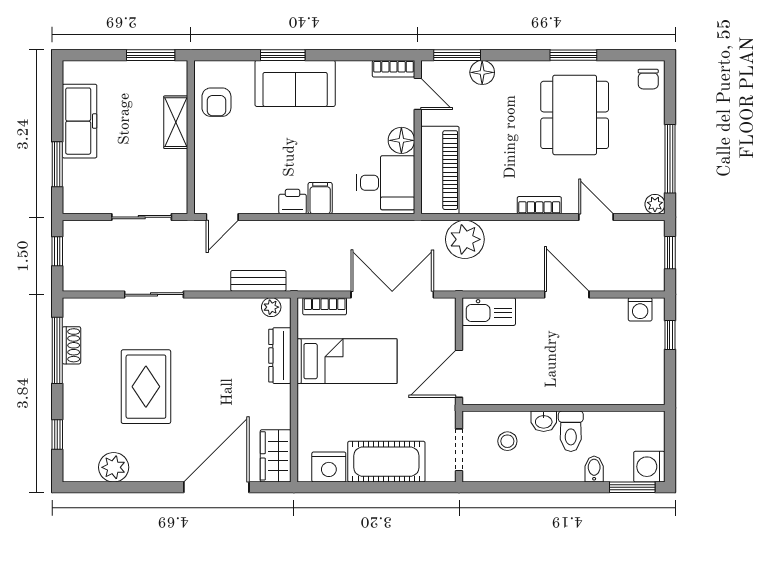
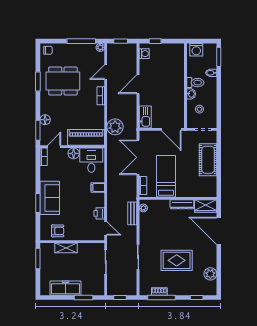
printer: (293, 202) -> (99, 213), moved
dresser: (280, 356) -> (182, 204), moved
nightstand: (329, 467) -> (210, 184), removed
washing machine: (649, 467) -> (196, 50), moved

